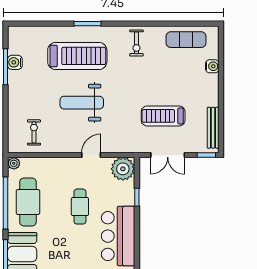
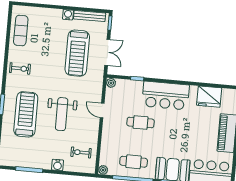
water cooler: (15, 62) -> (58, 165), moved
water cooler: (212, 66) -> (68, 15), moved
treadmill: (163, 116) -> (77, 53), width x1.37, depth x1.38
plant: (123, 169) -> (111, 83), width x0.53, depth x0.53
cafe table: (28, 202) -> (134, 162), width x0.73, depth x0.74

